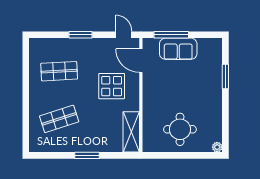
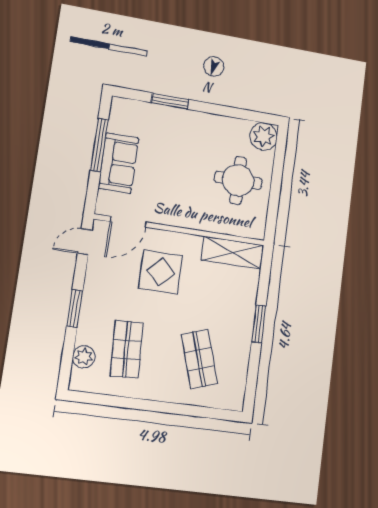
window: (171, 35) -> (99, 145), moved
plant: (51, 45) -> (84, 357), added
plant: (217, 147) -> (263, 136), width x1.88, depth x1.88

